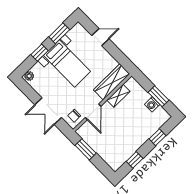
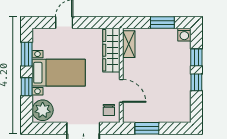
plant: (29, 76) -> (43, 110), width x1.88, depth x1.88
shelving: (118, 96) -> (129, 44), moved
washing machine: (152, 104) -> (184, 35), moved
window: (135, 160) -> (196, 82), moved

